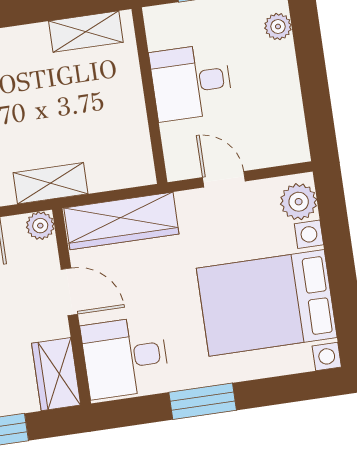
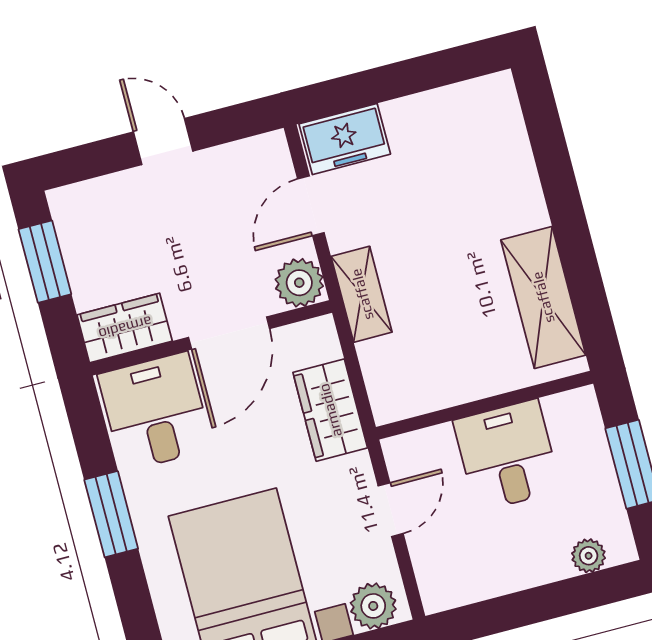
shelving: (86, 32) -> (543, 297), width x1.50, depth x1.33
wardrobe: (121, 221) -> (330, 410), width x0.67
plant: (40, 226) -> (299, 283), width x1.38, depth x1.38
door: (69, 292) -> (229, 333), width x1.38

